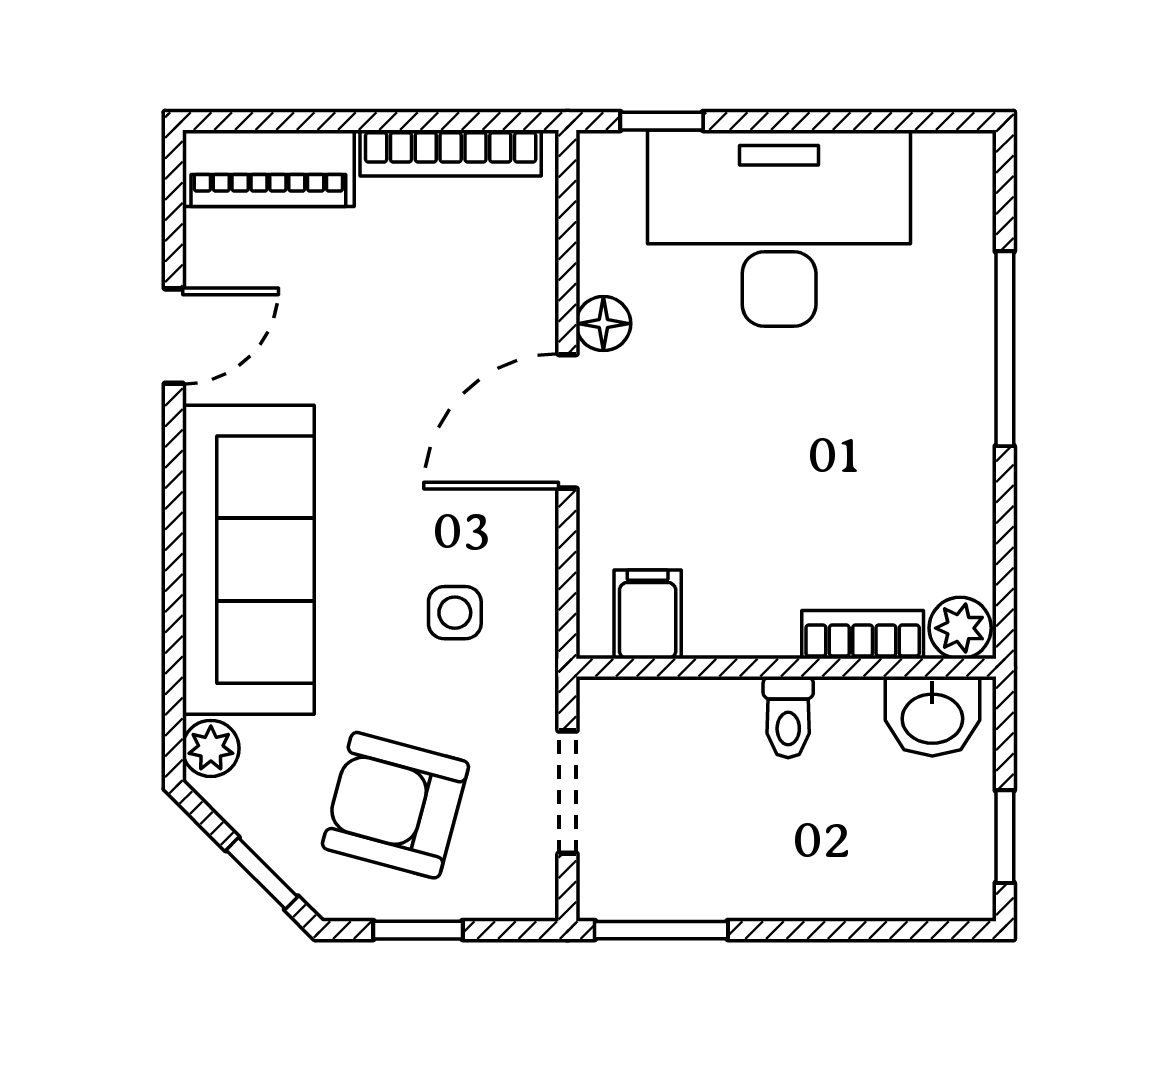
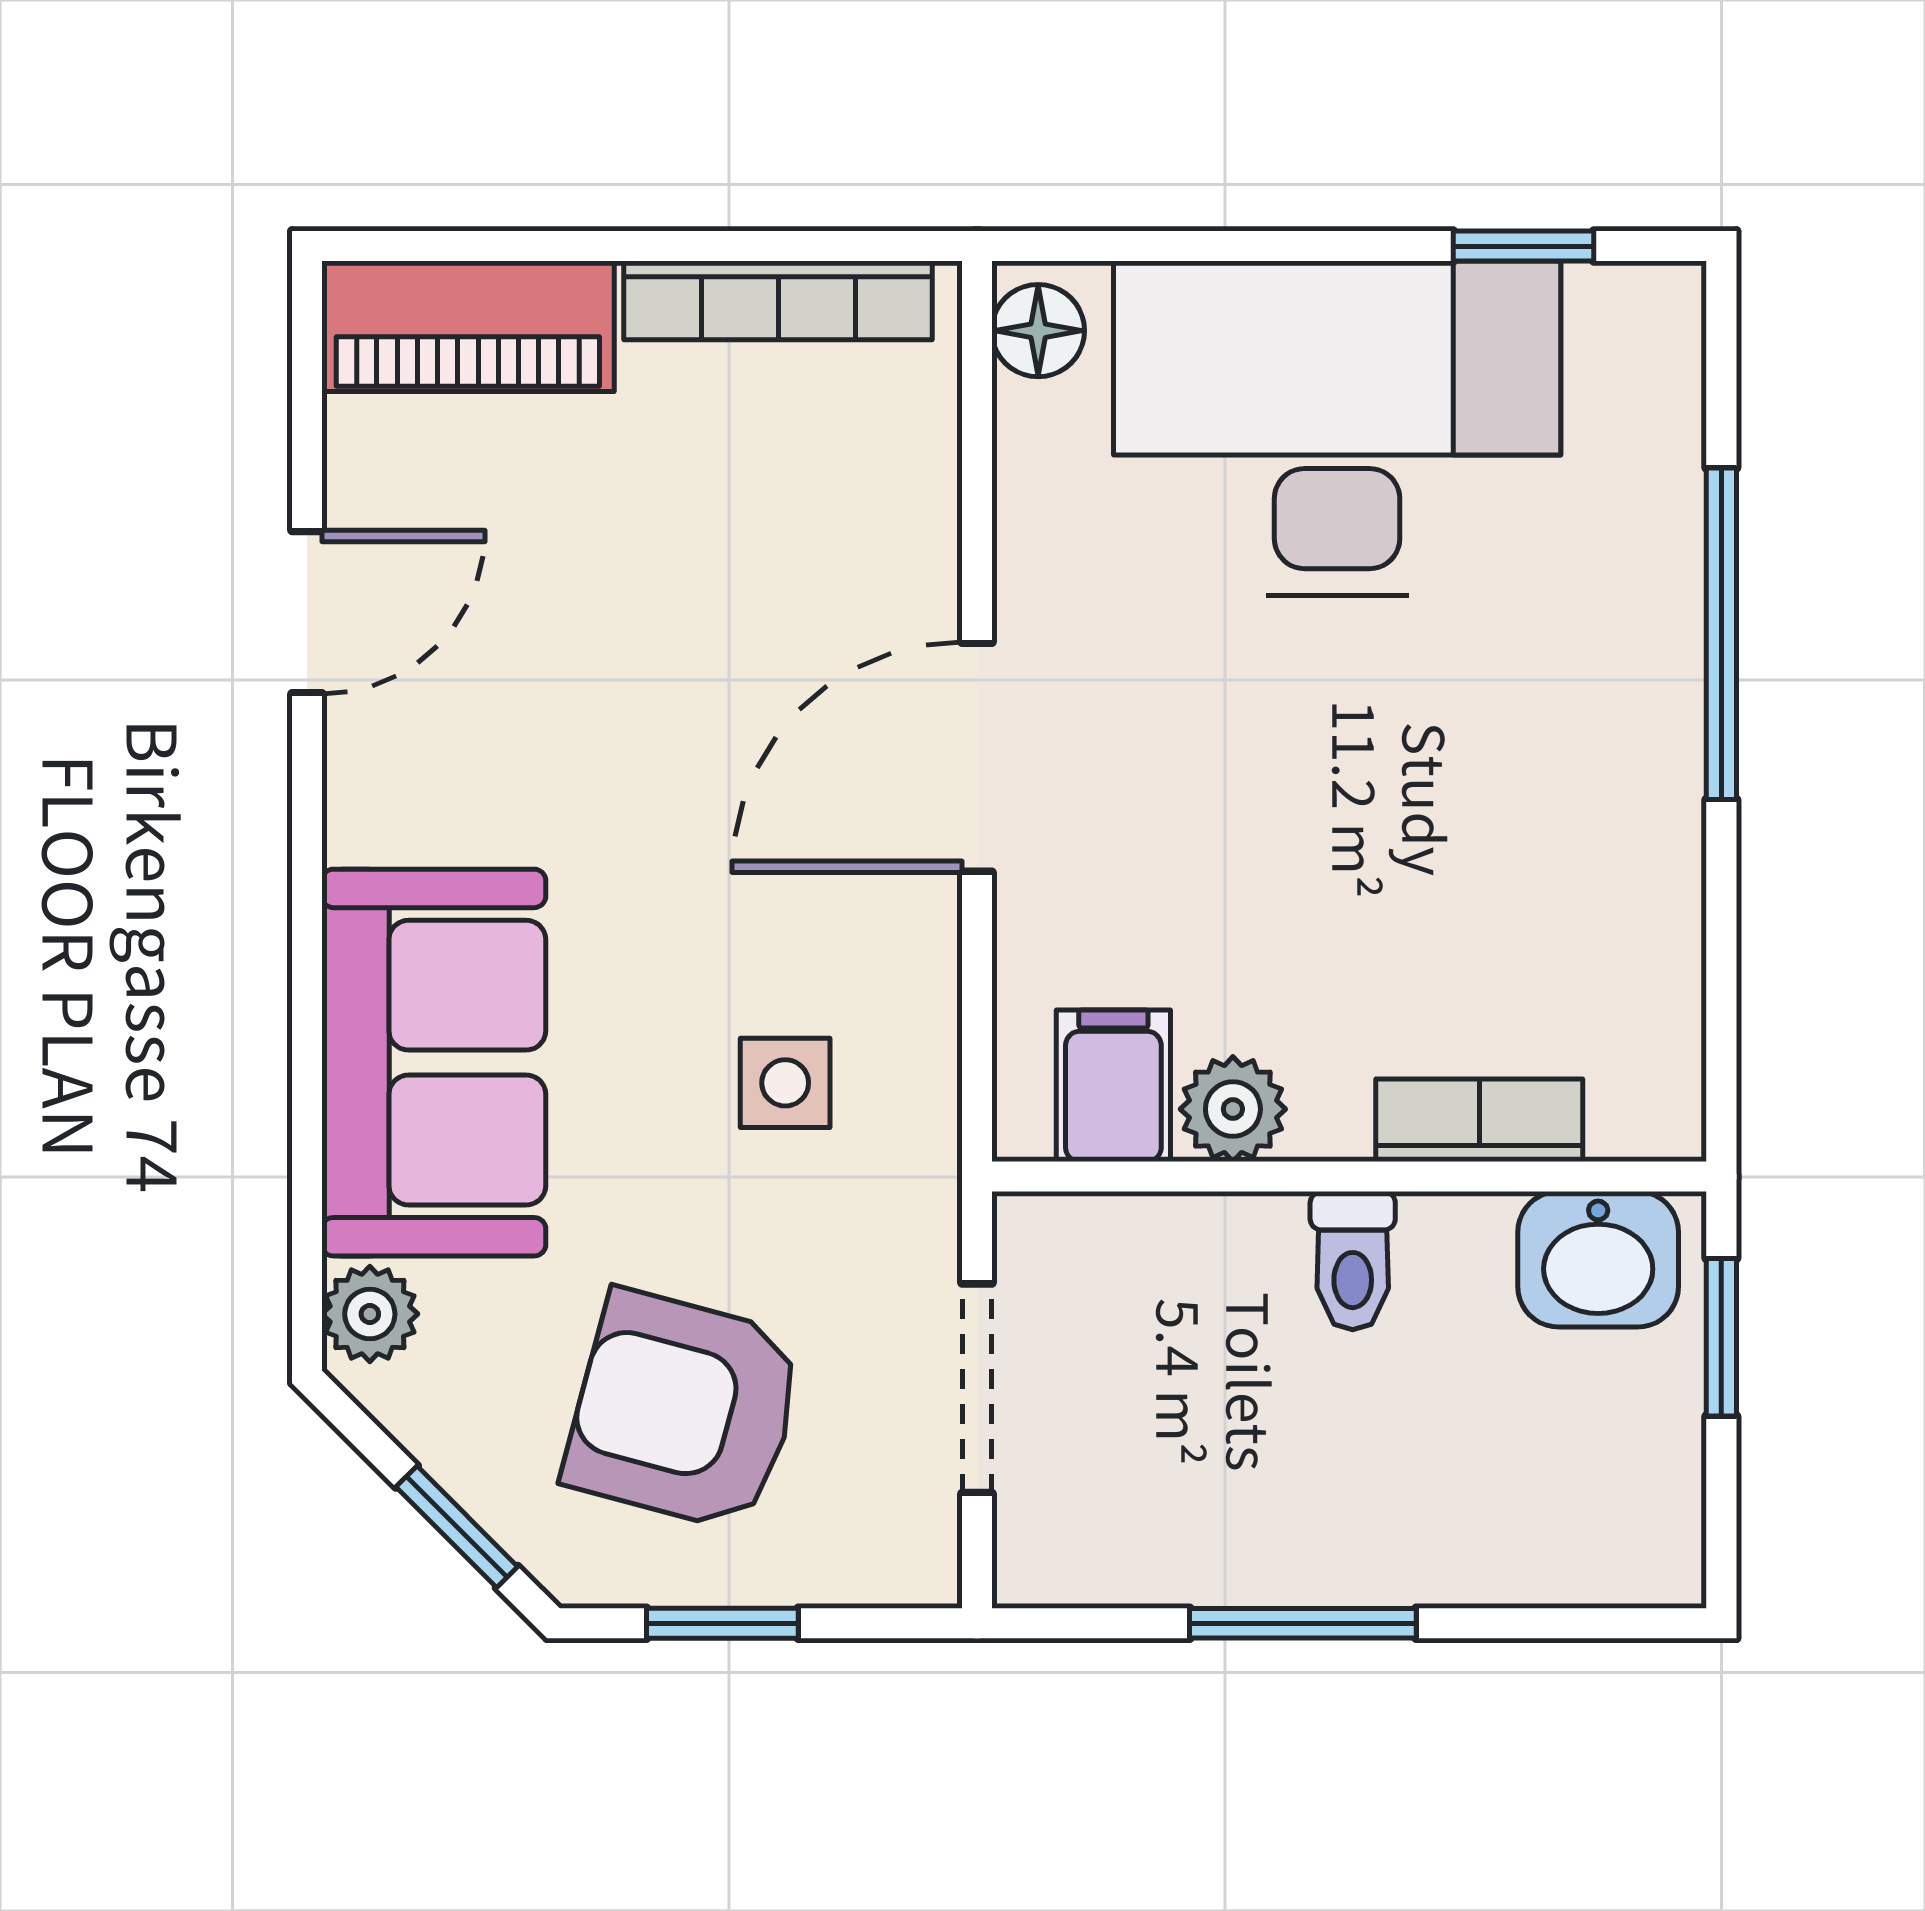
window: (662, 121) -> (1523, 246), moved
floor lamp: (603, 324) -> (1038, 331), moved
sofa: (248, 560) -> (434, 1063), width x0.73
plant: (960, 628) -> (1233, 1109), moved
window: (1005, 837) -> (1721, 1337), moved
window: (661, 930) -> (1303, 1623), moved

